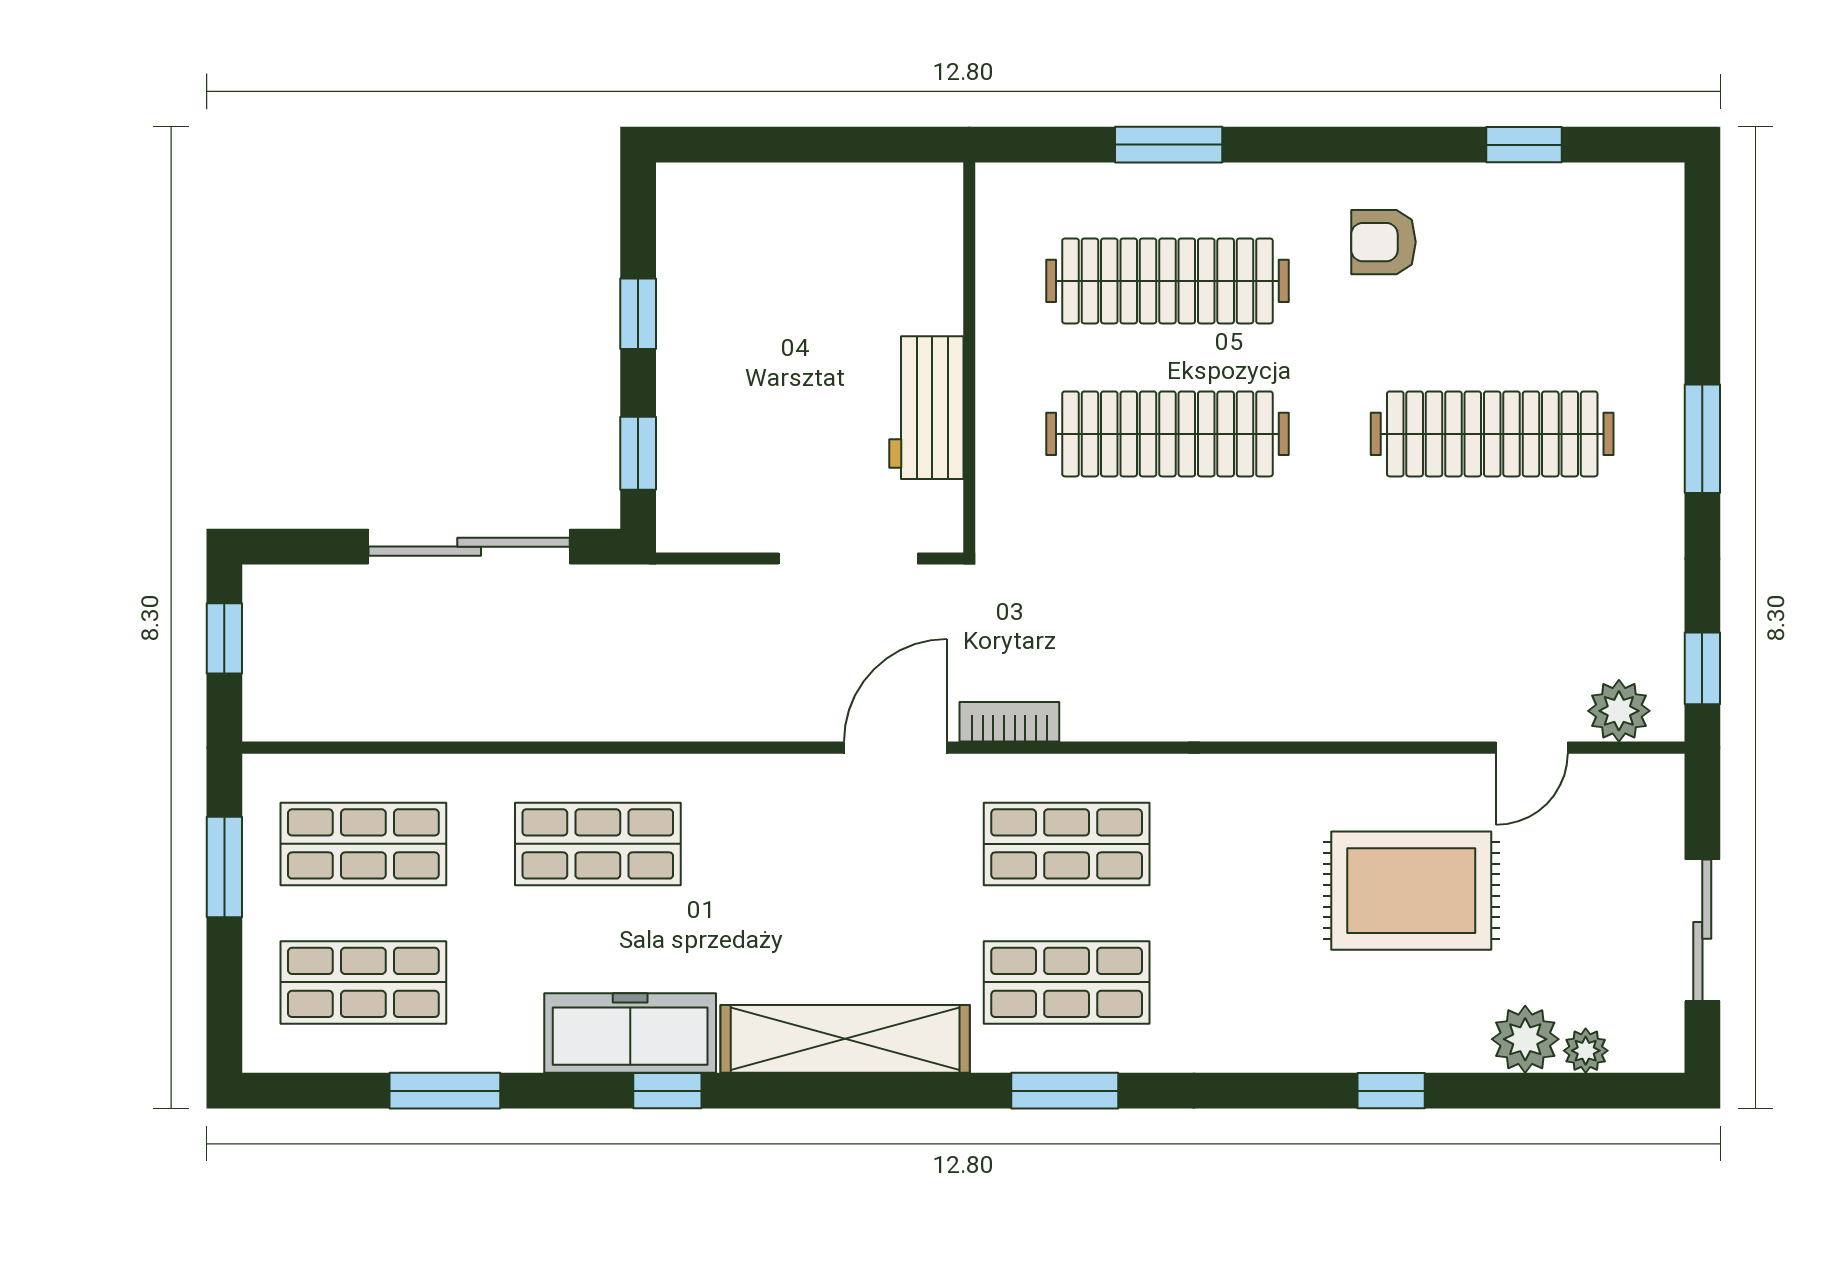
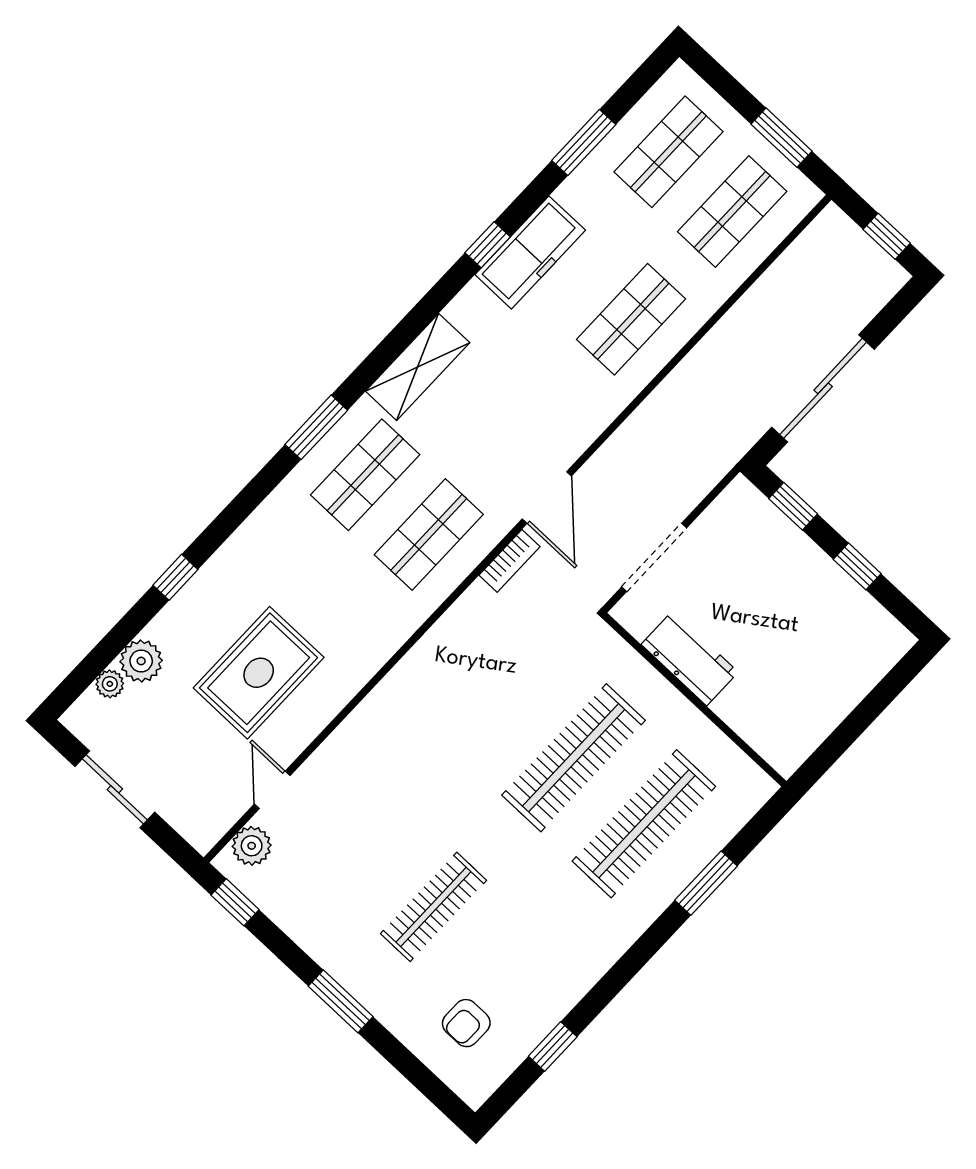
armchair: (1383, 242) -> (466, 1023), moved, turned 180
clothes rail: (1492, 434) -> (433, 907), width x0.73, depth x0.76
shelving: (845, 1039) -> (418, 367), width x0.68

